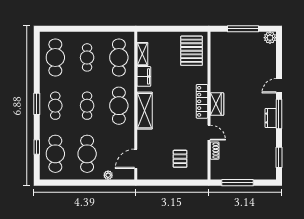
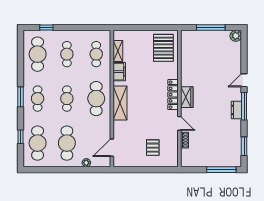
window: (65, 29) -> (46, 28), added
cafe table: (119, 57) -> (96, 54), width x0.73, depth x0.74
window: (238, 183) -> (221, 170), moved

